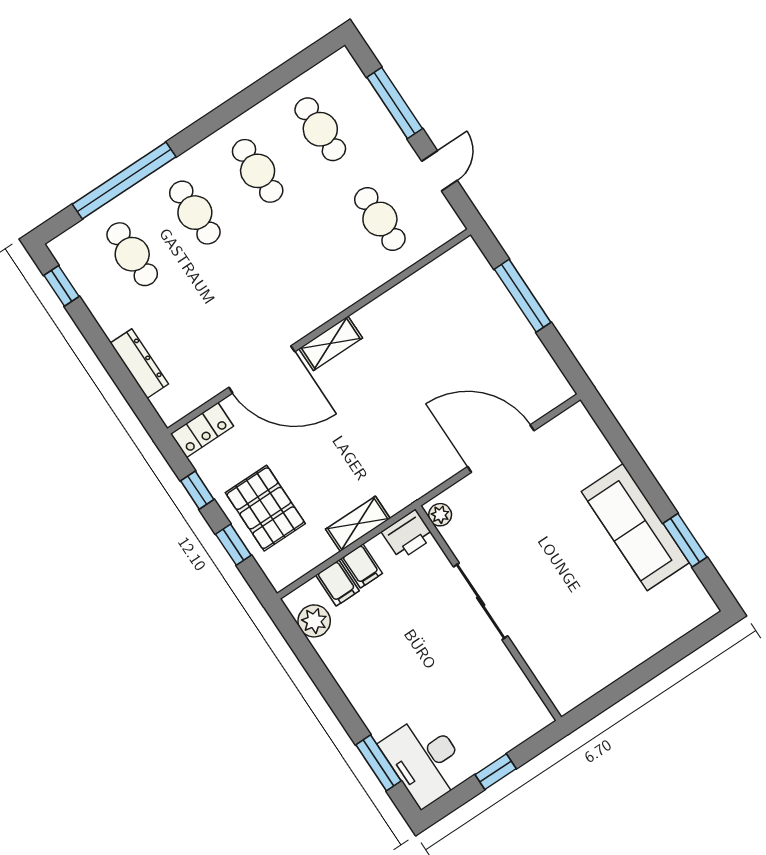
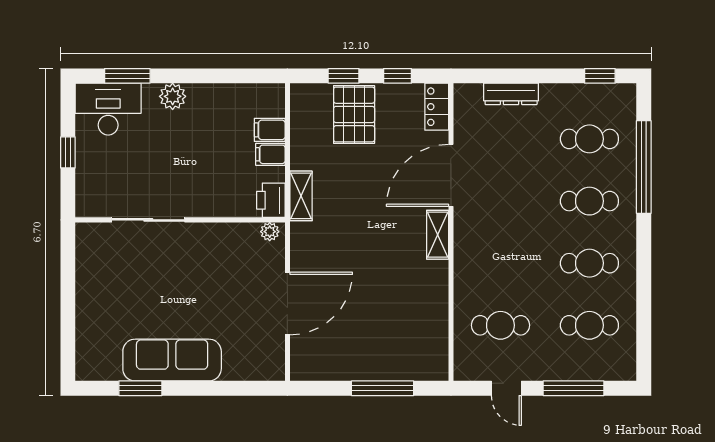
pallet: (265, 508) -> (354, 114), turned 90
shelving: (358, 524) -> (301, 196), moved
sliding door: (481, 601) -> (148, 220), moved
plant: (314, 621) -> (173, 96), moved

